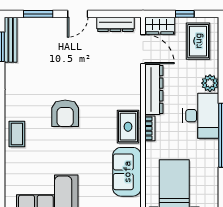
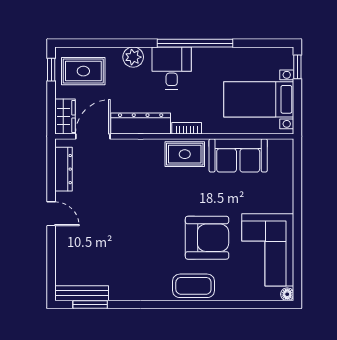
window: (38, 14) -> (51, 261), removed
window: (185, 14) -> (51, 70), moved
armchair: (65, 113) -> (207, 238), moved, width x1.36, depth x1.36
desk: (201, 116) -> (172, 68), width x0.73
coffee table: (17, 134) -> (193, 286), width x1.36, depth x1.30

